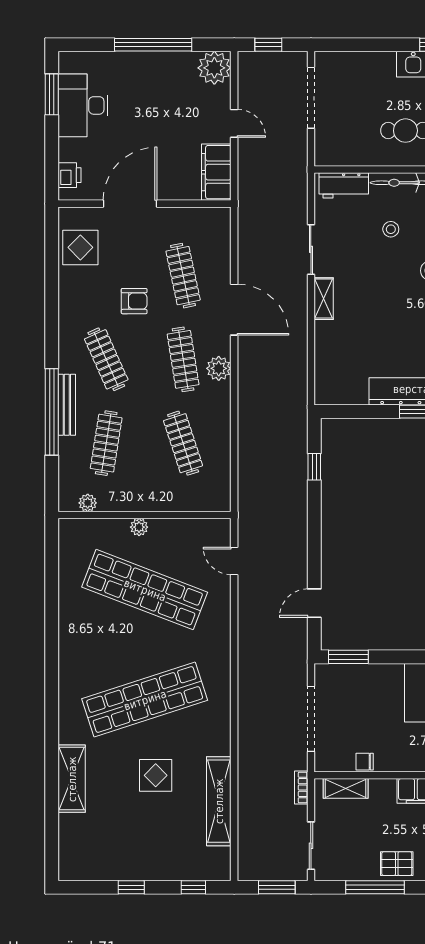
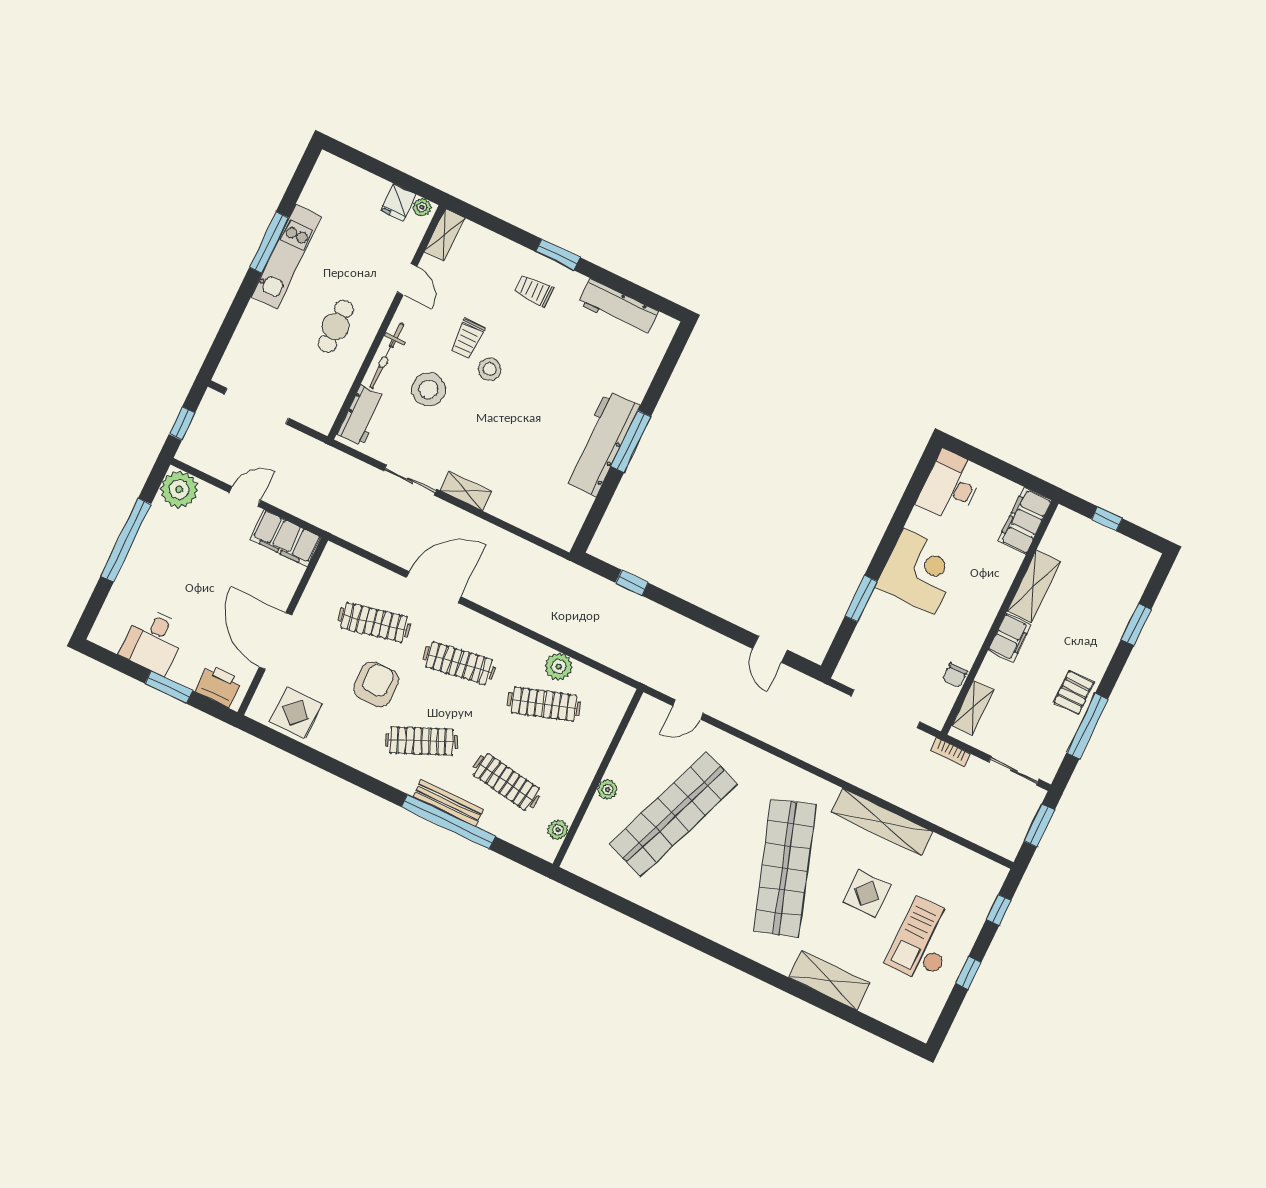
window: (52, 94) -> (169, 687), moved
desk: (83, 105) -> (153, 641), width x0.73
printer: (70, 175) -> (218, 686), width x1.36, depth x1.24
stool: (391, 229) -> (428, 389), width x1.89, depth x1.89
armchair: (134, 301) -> (376, 684), width x1.38, depth x1.38
plant: (219, 368) -> (559, 667), moved
window: (348, 657) -> (861, 599), moved
shelving: (219, 801) -> (882, 822), moved
checkout: (140, 839) -> (924, 941), added

